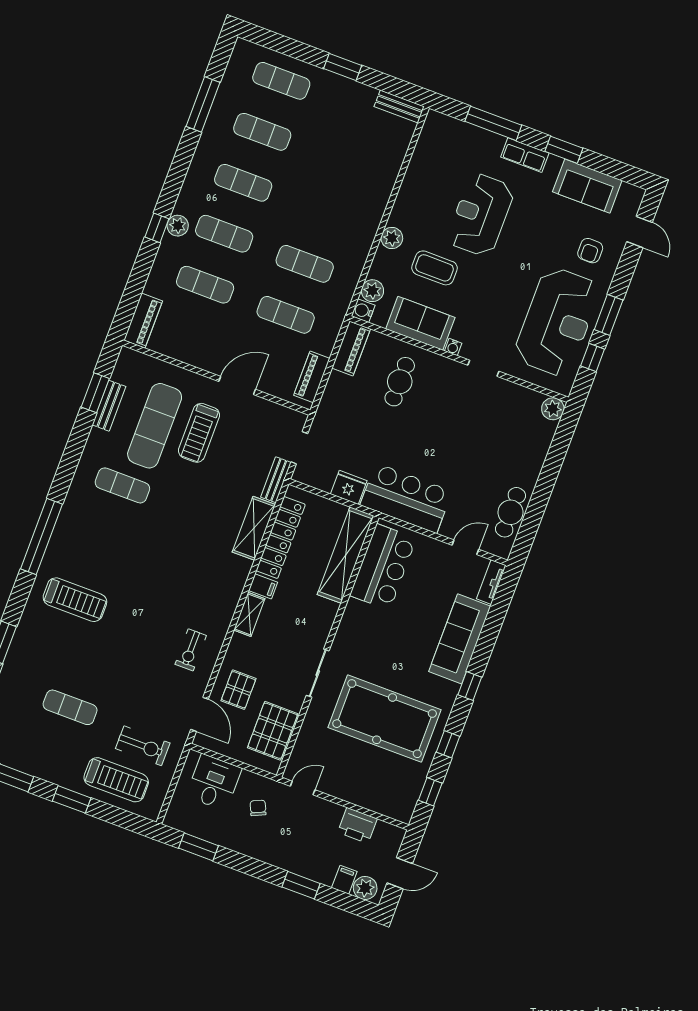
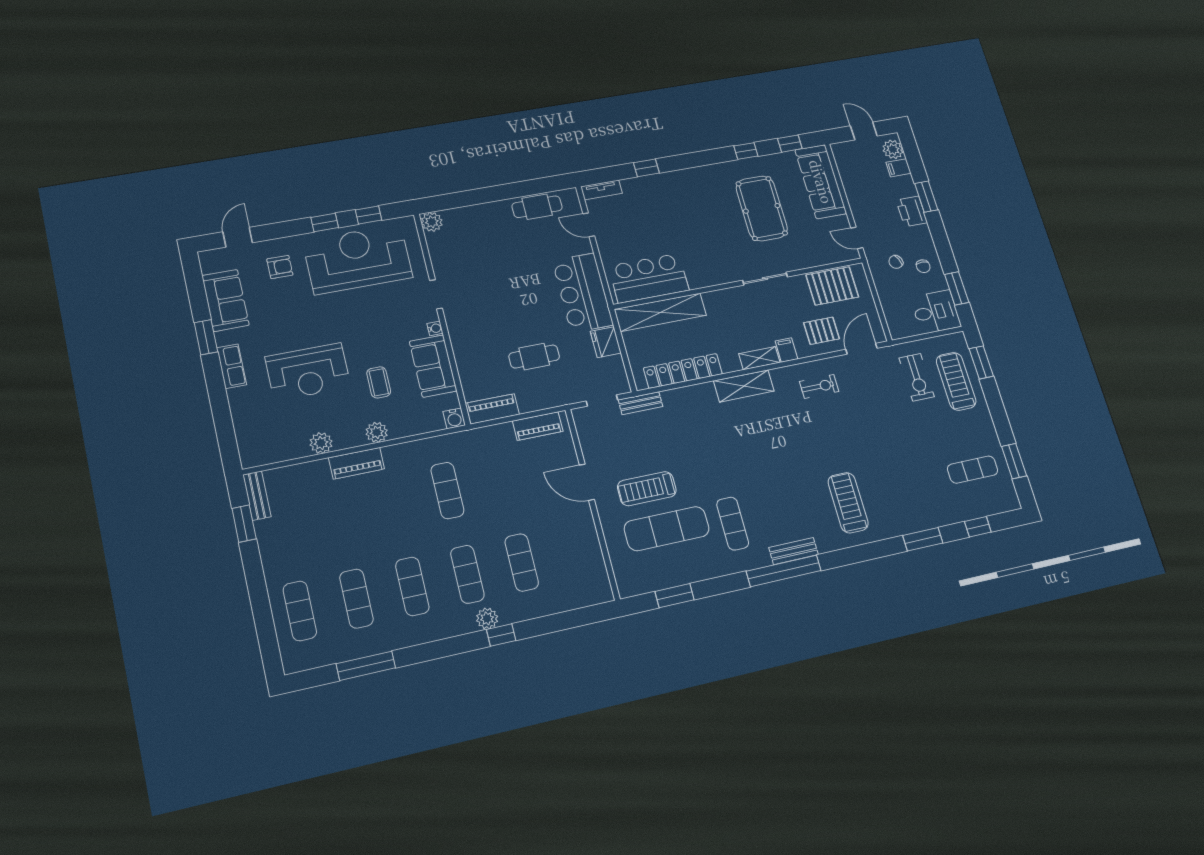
window: (343, 67) -> (244, 524), moved
window: (493, 123) -> (220, 408), removed
coffee table: (434, 268) -> (379, 382), width x0.73, depth x0.77
plant: (372, 291) -> (321, 443), moved
exercise mat: (286, 315) -> (501, 479), removed
window: (609, 315) -> (325, 222), width x0.67
piano: (143, 321) -> (356, 463), moved, turned 180
cafe table: (400, 382) -> (534, 357), moved
bench: (109, 406) -> (794, 551), moved
treadmill: (199, 433) -> (647, 489), turned 180
shelving: (254, 528) -> (744, 386), moved
window: (41, 536) -> (784, 571), moved
filing cabinet: (263, 586) -> (786, 350), moved
sofa: (460, 639) -> (821, 182), moved, turned 90
window: (470, 686) -> (646, 168), moved
exercise mat: (70, 707) -> (973, 470), moved, turned 90
pool table: (385, 719) -> (762, 208), width x0.73, depth x0.76
exercise bike: (143, 746) -> (917, 377), turned 180
desk: (214, 782) -> (936, 312), moved, turned 180
window: (72, 799) -> (981, 362), moved
printer: (357, 825) -> (912, 211), moved, turned 180
chair: (238, 831) -> (923, 266), added

